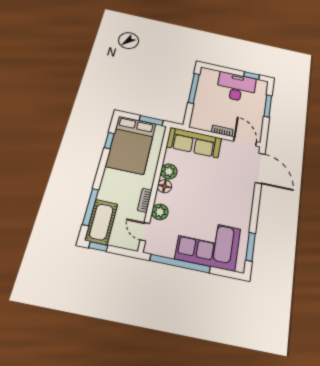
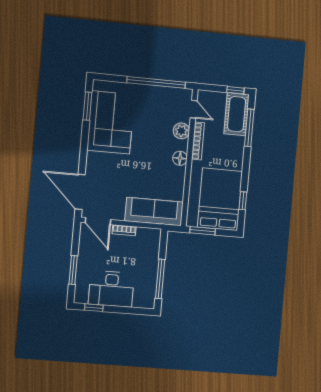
plant: (169, 171) -> (177, 175), removed
bookcase: (145, 200) -> (198, 141), width x1.56
corner sofa: (208, 244) -> (111, 122), moved, turned -90

